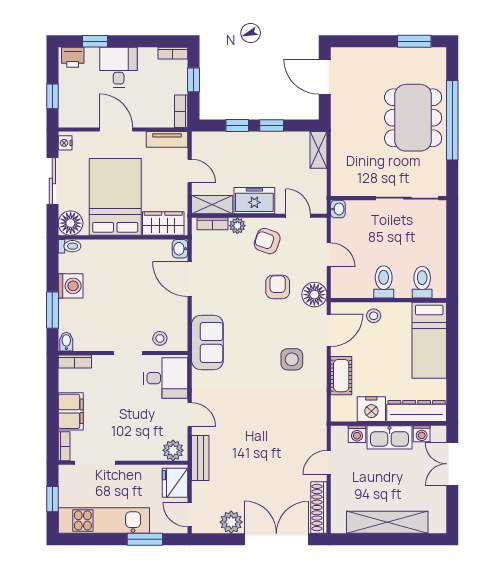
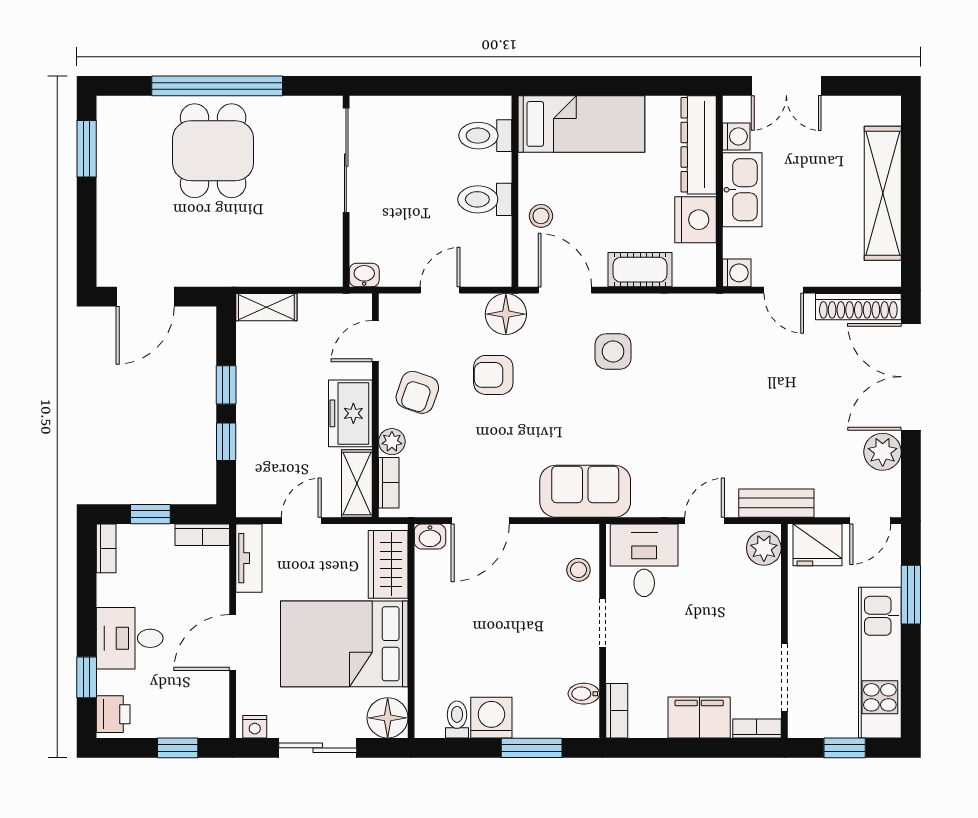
dining table: (413, 118) -> (213, 151), width x0.73
toilet: (69, 246) -> (457, 720), moved
bidet: (66, 342) -> (584, 694), moved
washing machine: (357, 434) -> (737, 273), moved

